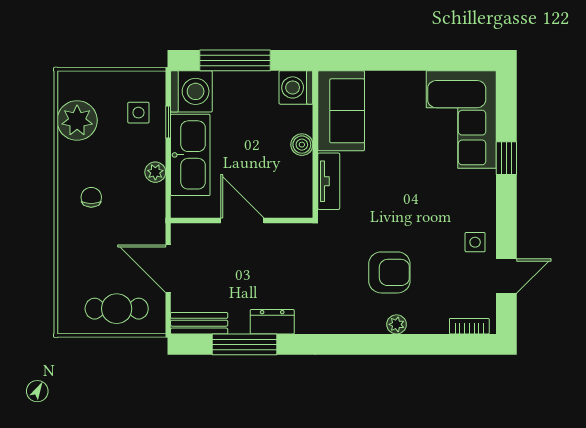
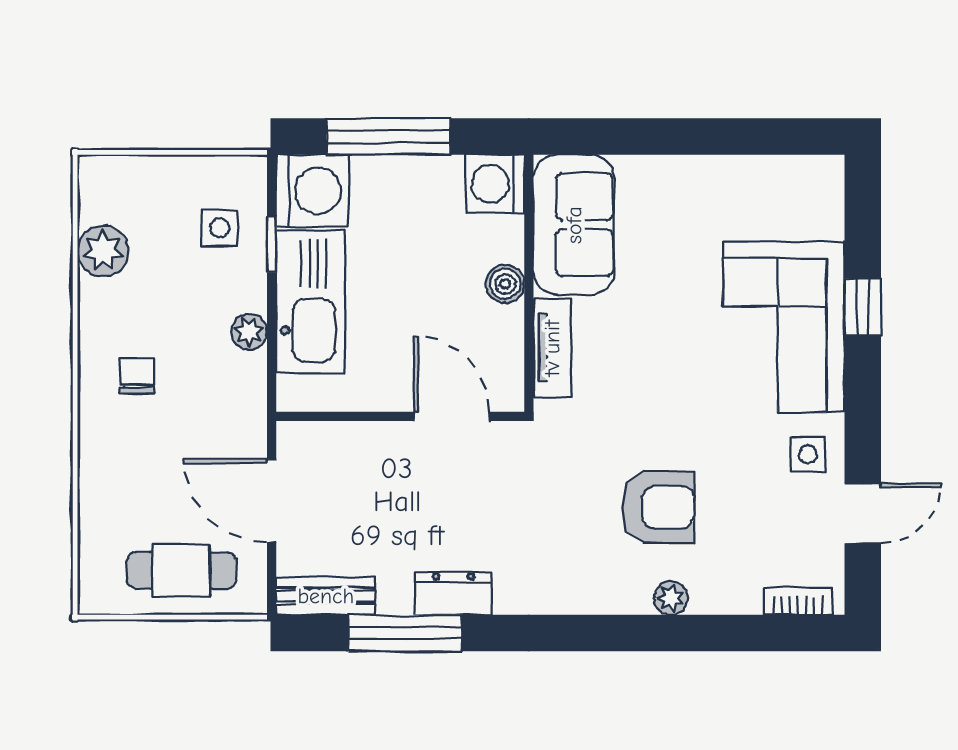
corner sofa: (461, 119) -> (784, 327), moved
plant: (77, 120) -> (103, 251), width x0.73, depth x0.73
door: (242, 220) -> (451, 416), moved

